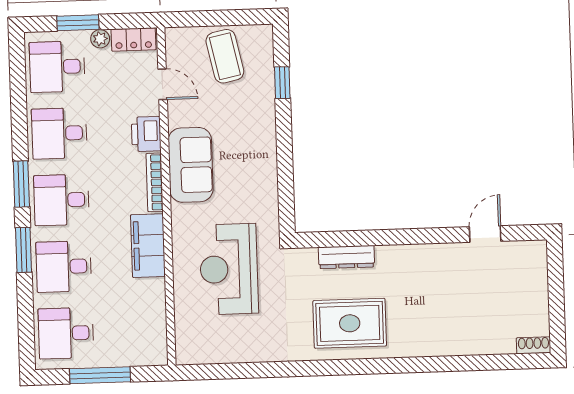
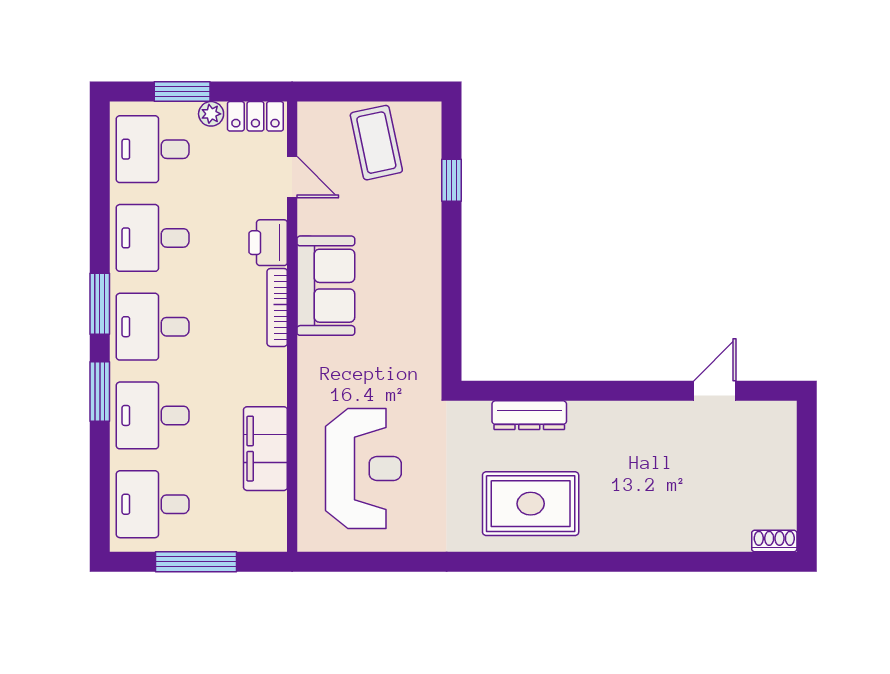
filing cabinet: (148, 246) -> (265, 449), moved
reception desk: (229, 269) -> (363, 468), moved, turned 180

